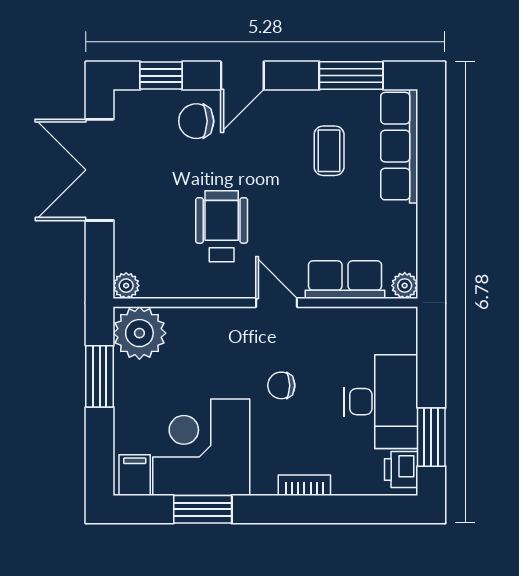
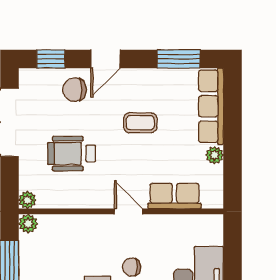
coffee table: (329, 151) -> (140, 123), moved, turned 90
wheelchair: (222, 226) -> (72, 154), moved, turned -90
plant: (405, 286) -> (215, 155), moved
plant: (139, 333) -> (28, 224), width x0.53, depth x0.53

